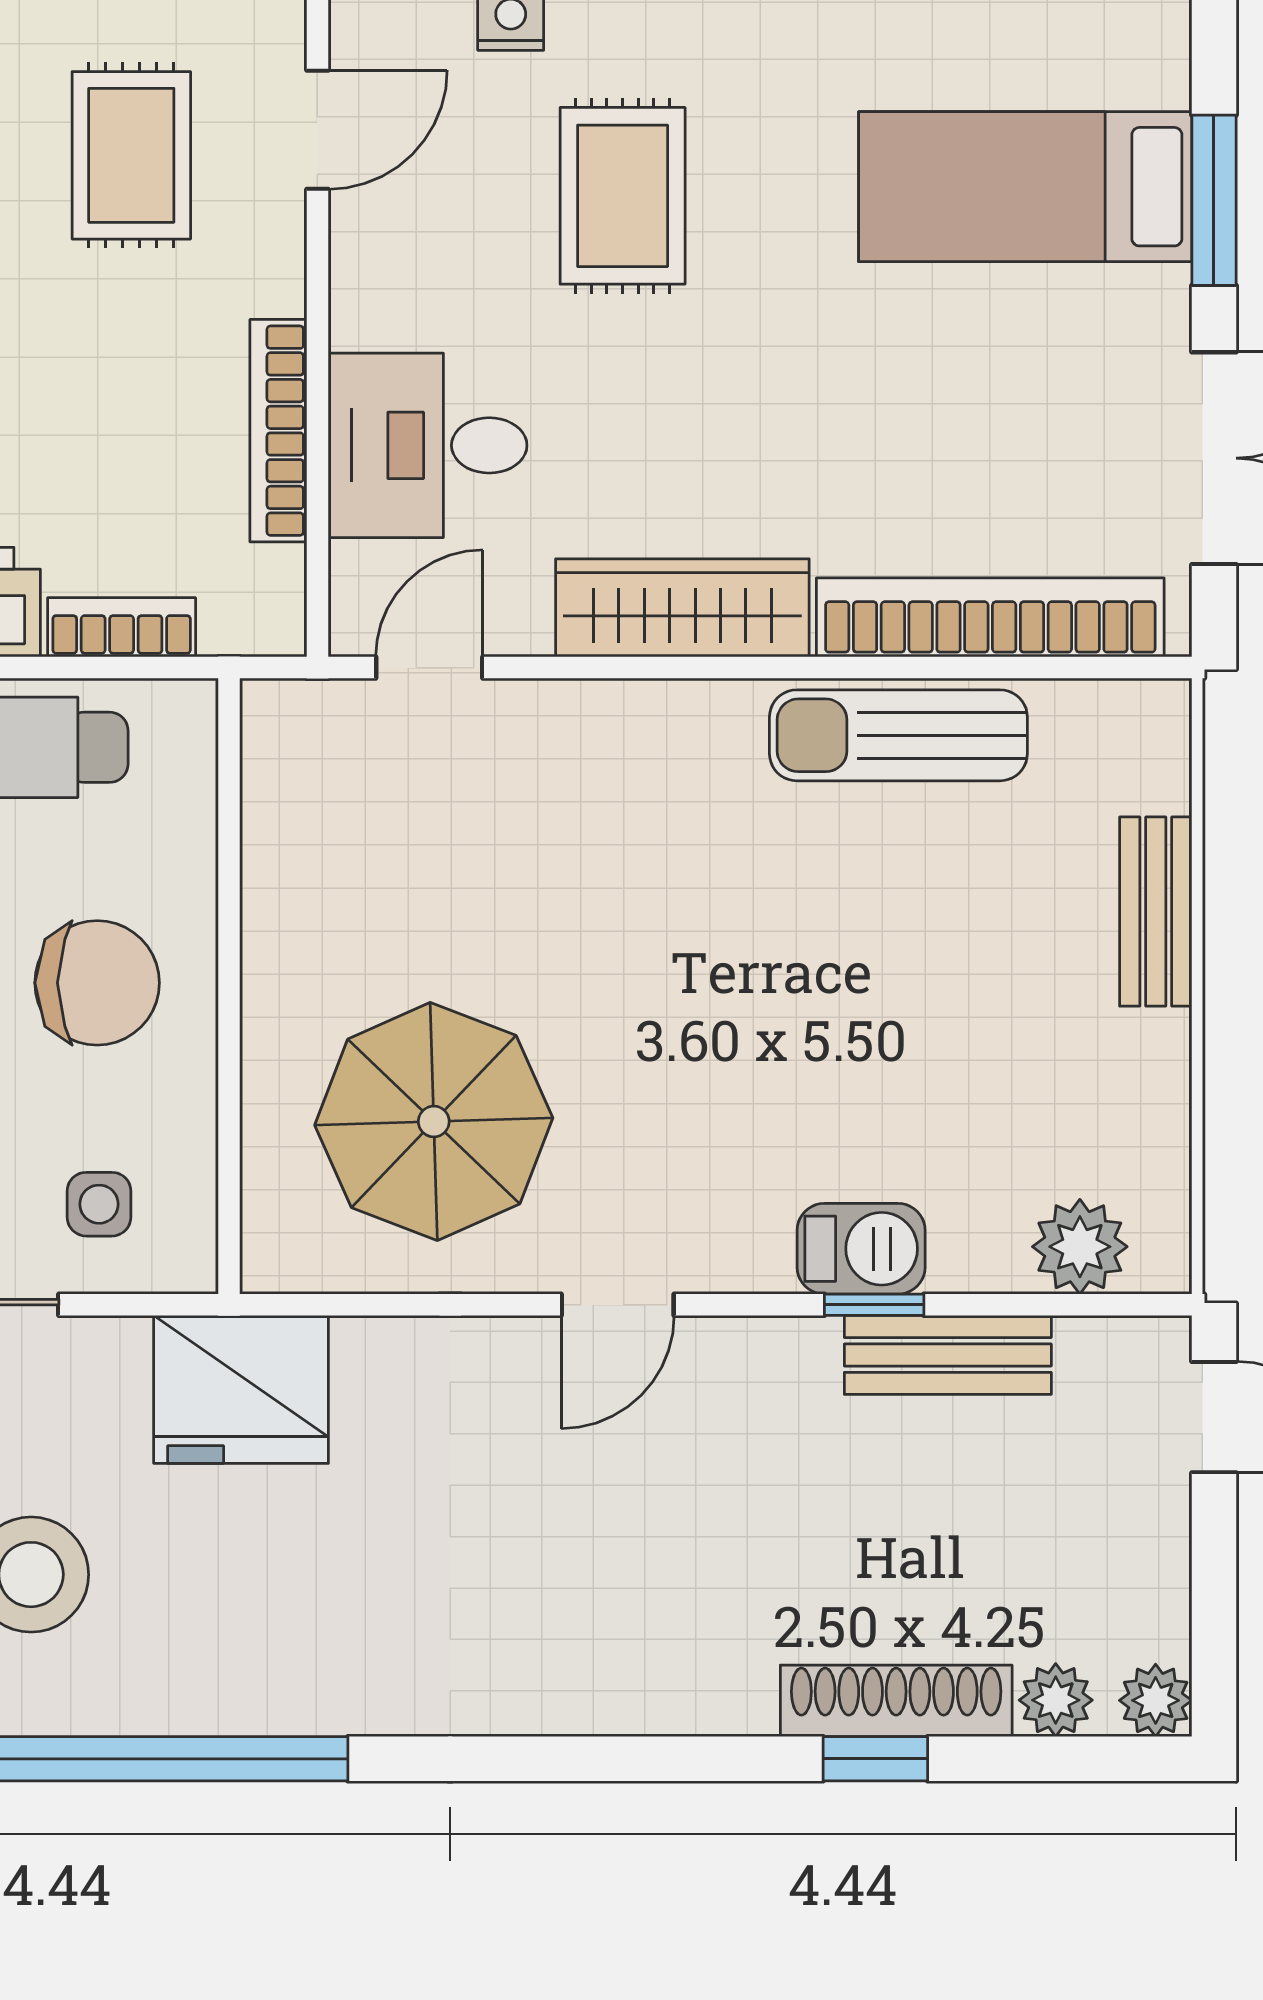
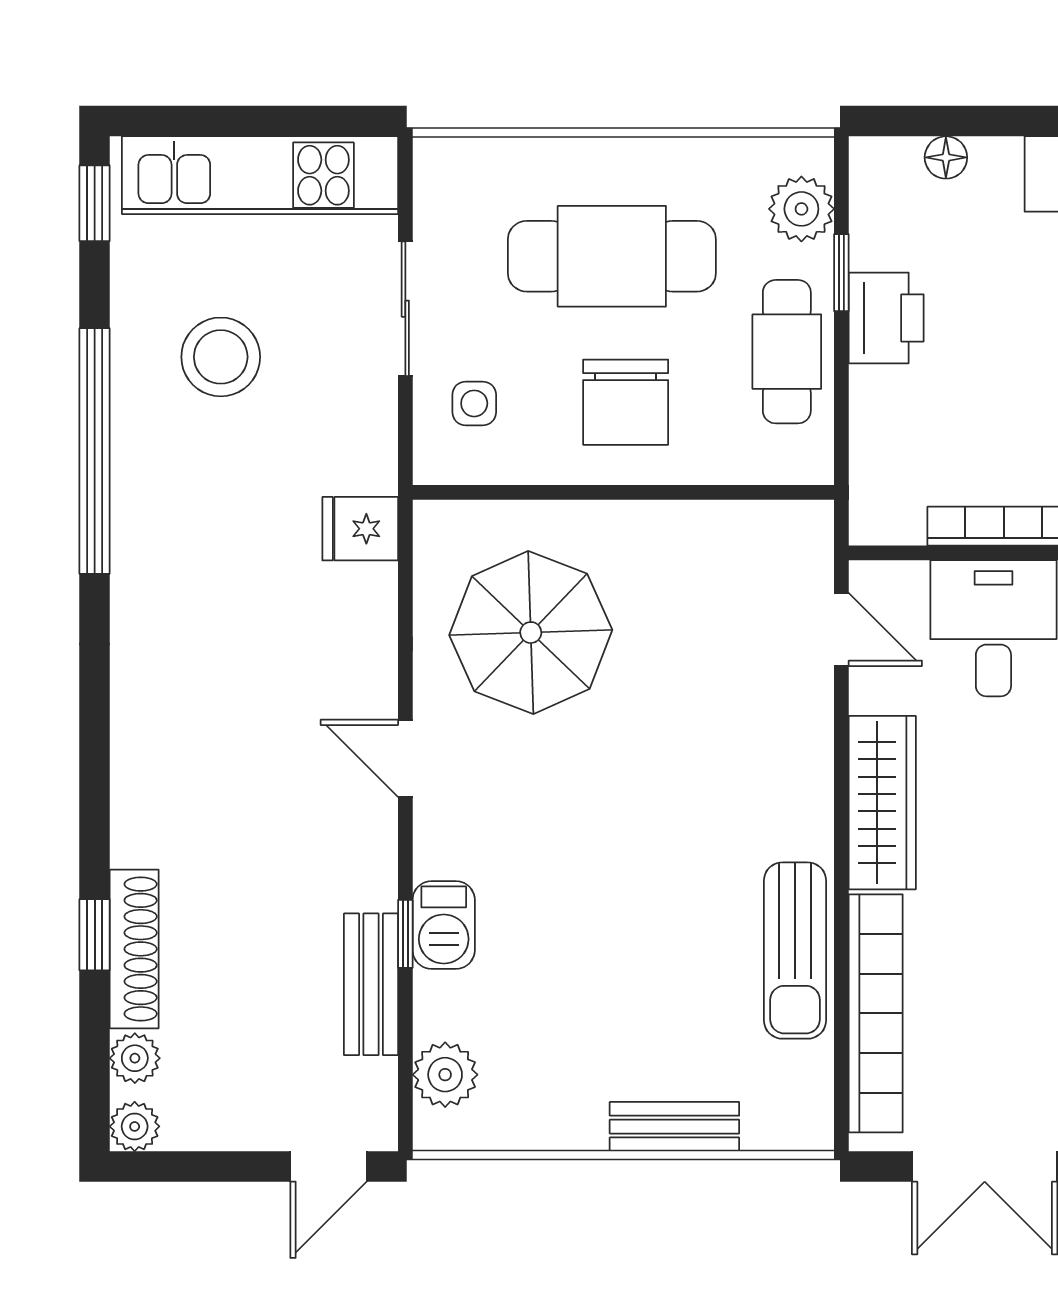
bookcase: (122, 627) -> (869, 419), removed
sun lounger: (898, 735) -> (795, 951), turned 180
fridge: (241, 1389) -> (360, 529), width x0.53, depth x0.75

